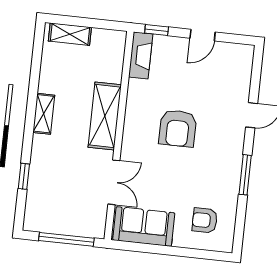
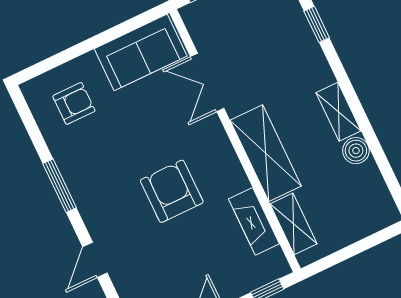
shelving: (70, 34) -> (293, 224), moved, turned 90
fireplace: (141, 55) -> (254, 221), moved
boiler: (48, 83) -> (356, 151), added

